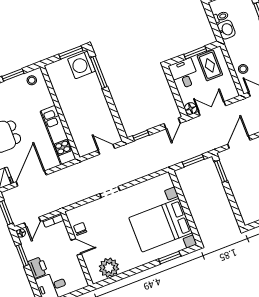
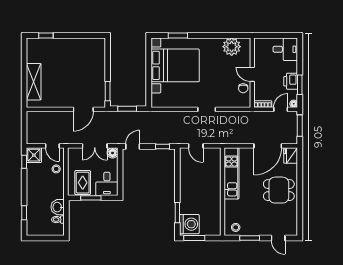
window: (99, 72) -> (177, 213), width x0.69
printer: (38, 267) -> (291, 81), moved

